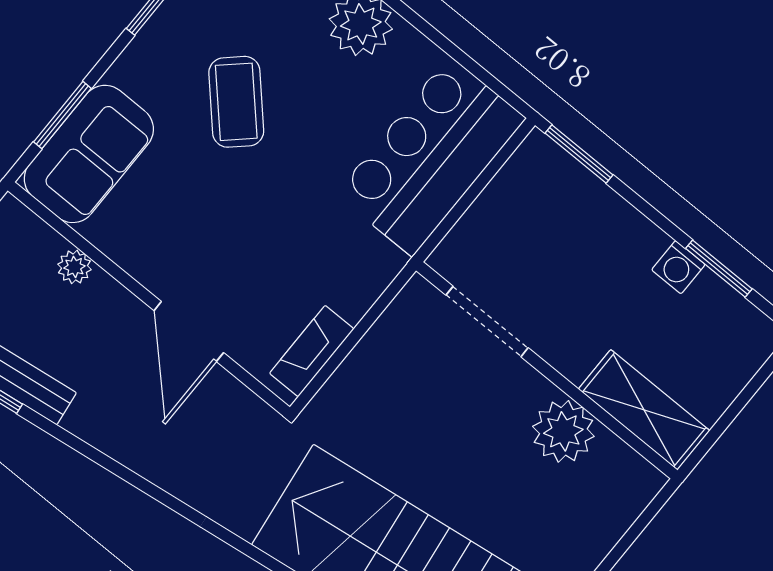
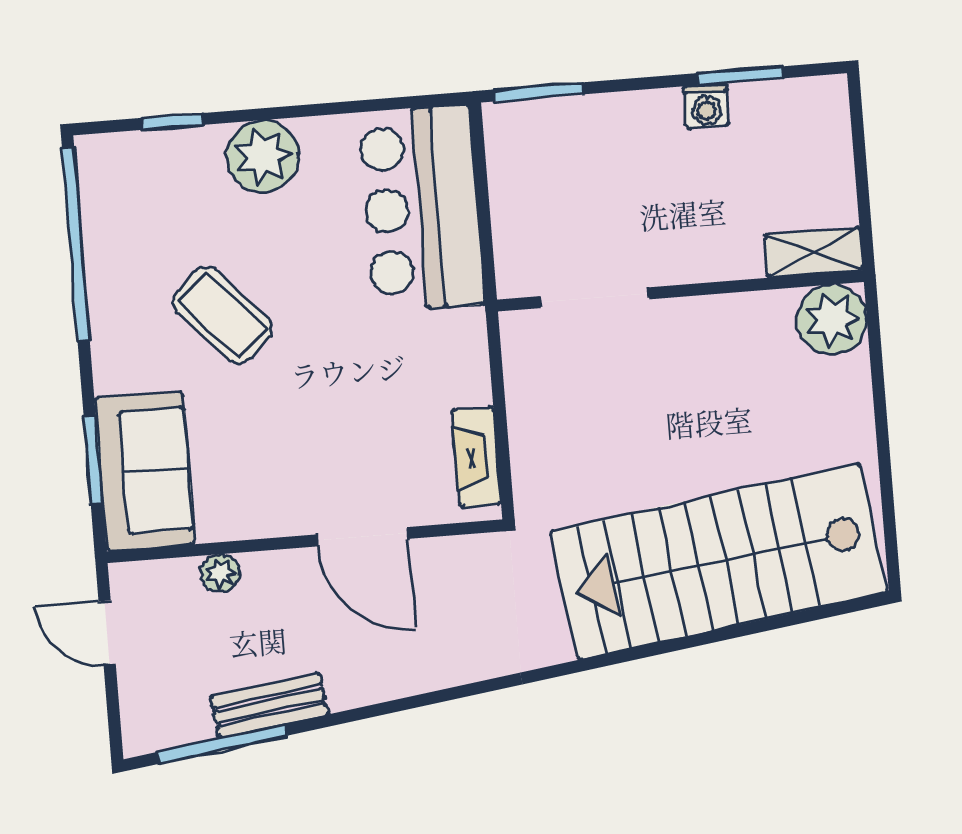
shelving: (644, 410) -> (814, 253), width x0.67, depth x0.75
plant: (563, 431) -> (832, 320), moved

